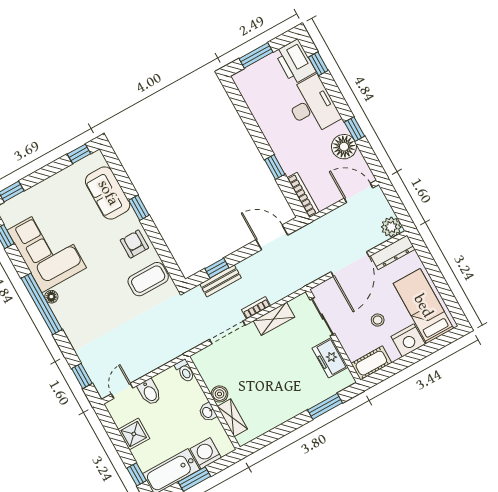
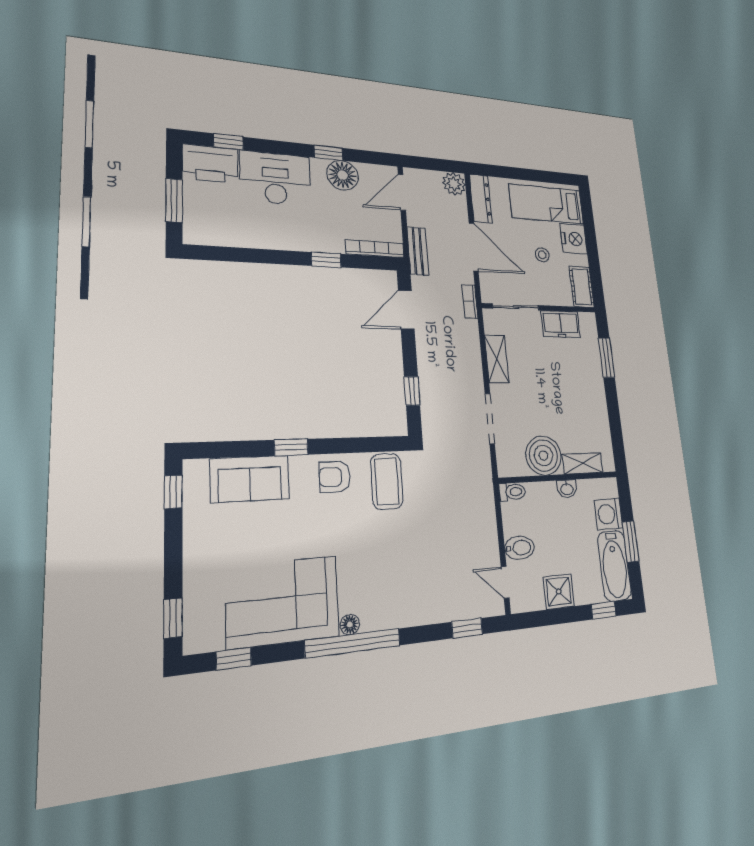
bench: (221, 281) -> (418, 251), moved
bookcase: (256, 308) -> (470, 302), moved
boiler: (220, 394) -> (544, 456), width x1.86, depth x1.86

